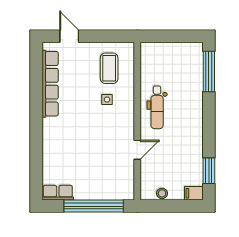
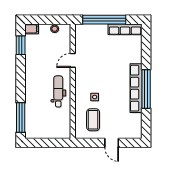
door: (69, 36) -> (112, 143), moved
row of seats: (50, 84) -> (136, 88), moved
window: (36, 111) -> (146, 89), added
row of seats: (58, 193) -> (125, 29), width x1.48

